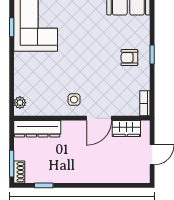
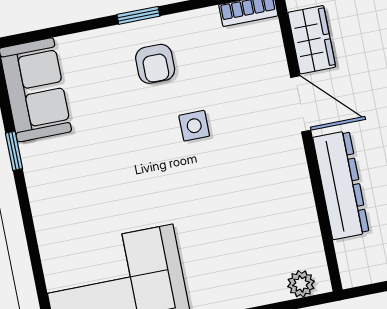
side table: (74, 100) -> (194, 126), moved
dresser: (37, 129) -> (341, 185), moved

